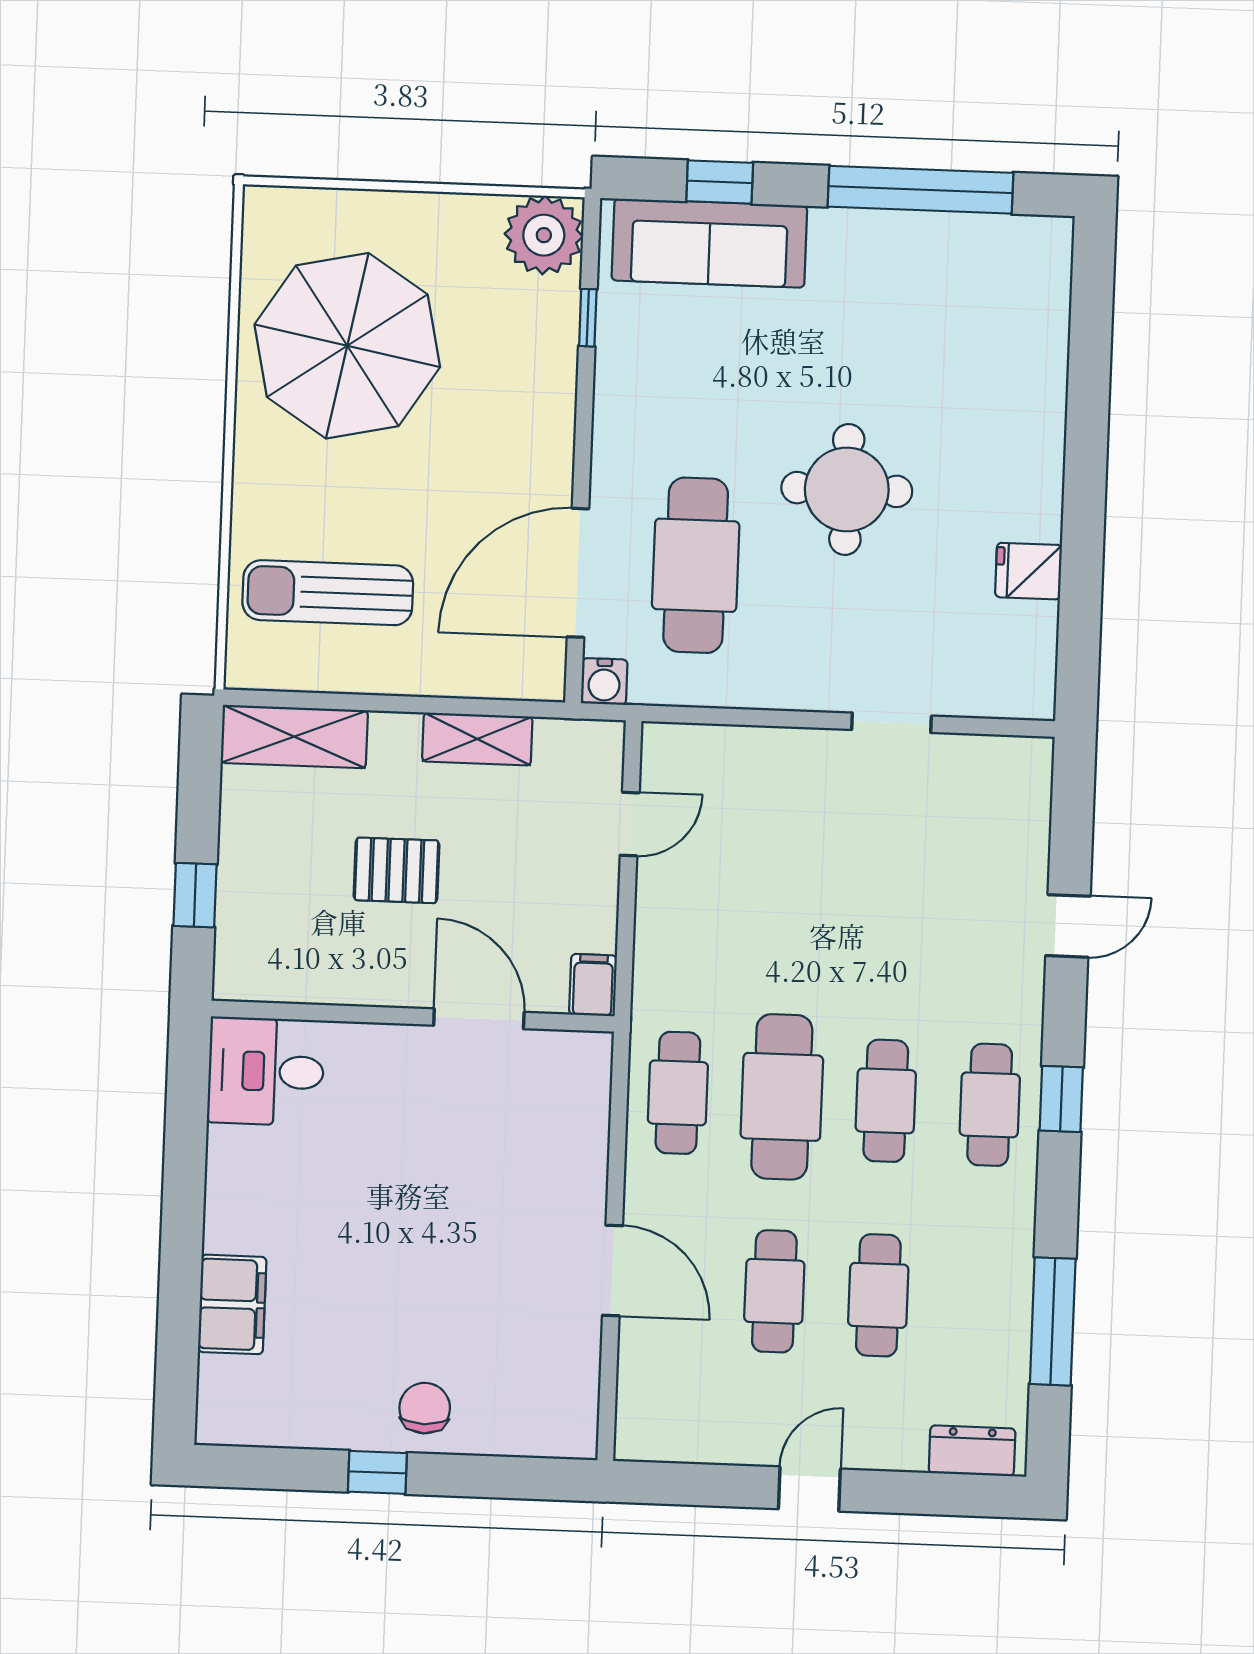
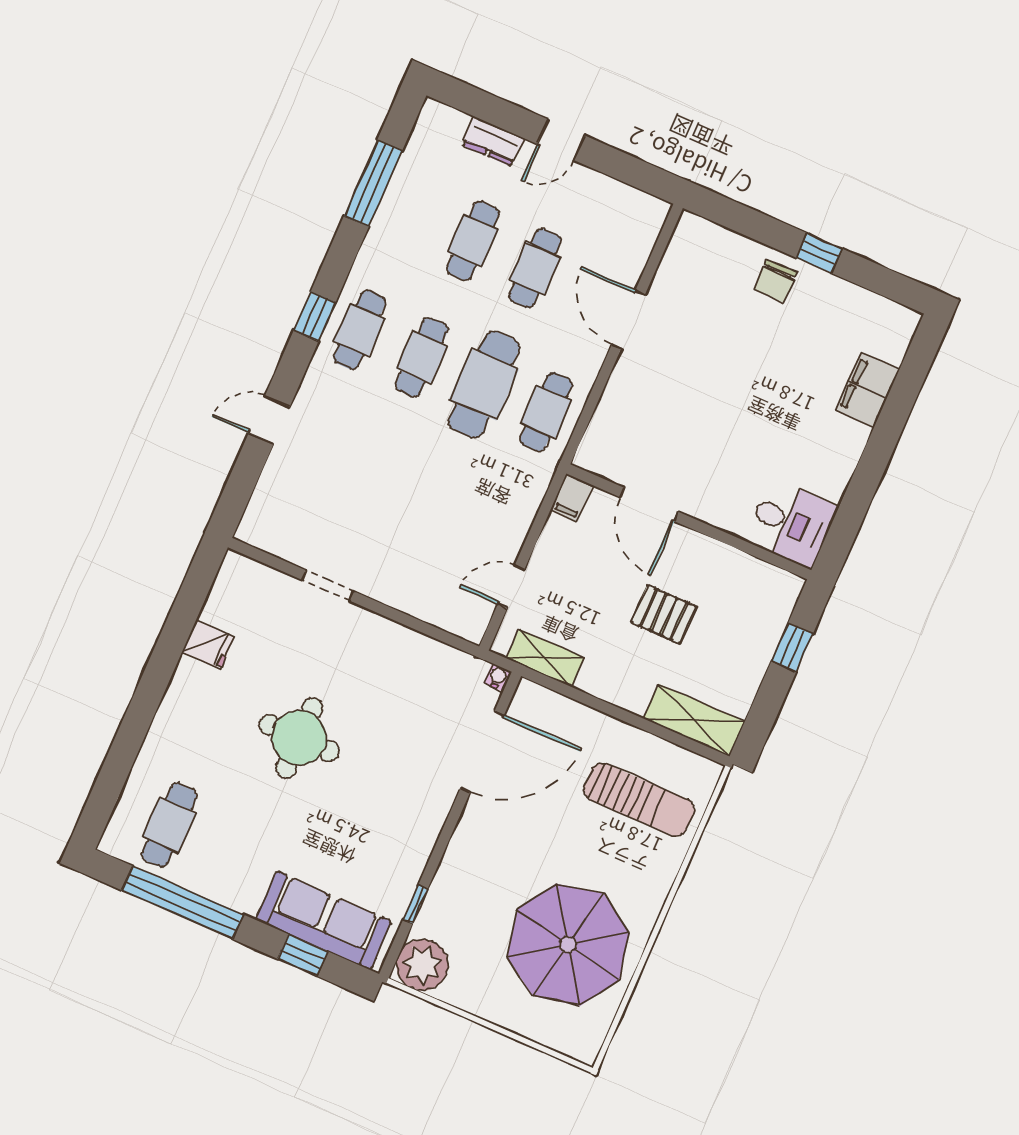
cafe table: (696, 565) -> (169, 825), moved, width x0.73, depth x0.74
water cooler: (604, 681) -> (498, 677), width x0.72, depth x0.72
shelving: (477, 739) -> (545, 658), moved
dresser: (972, 1451) -> (493, 141), moved

